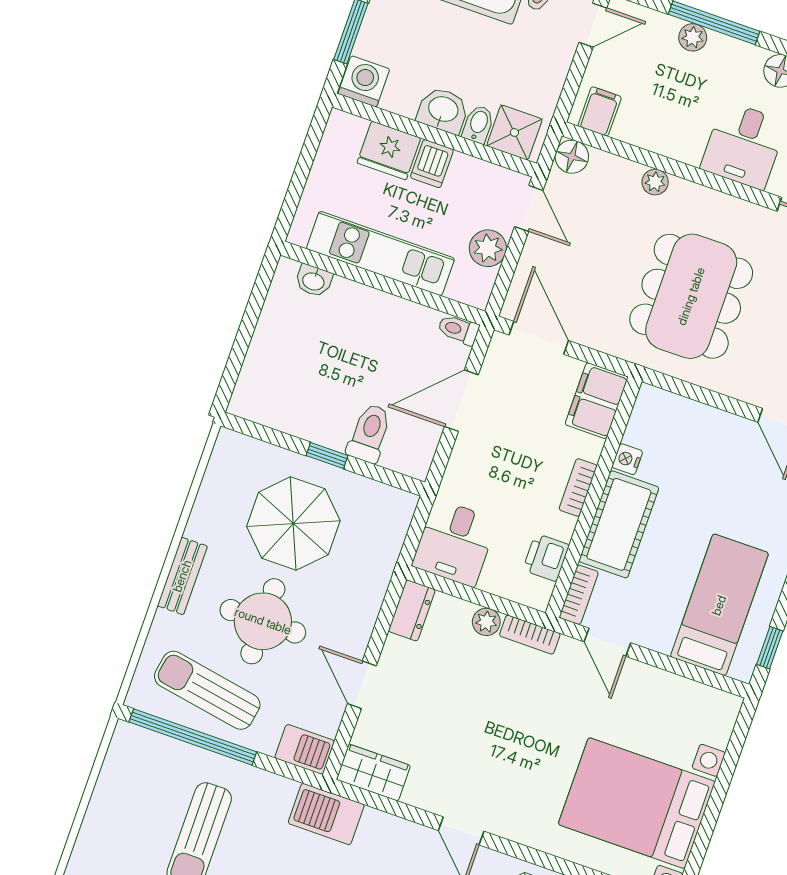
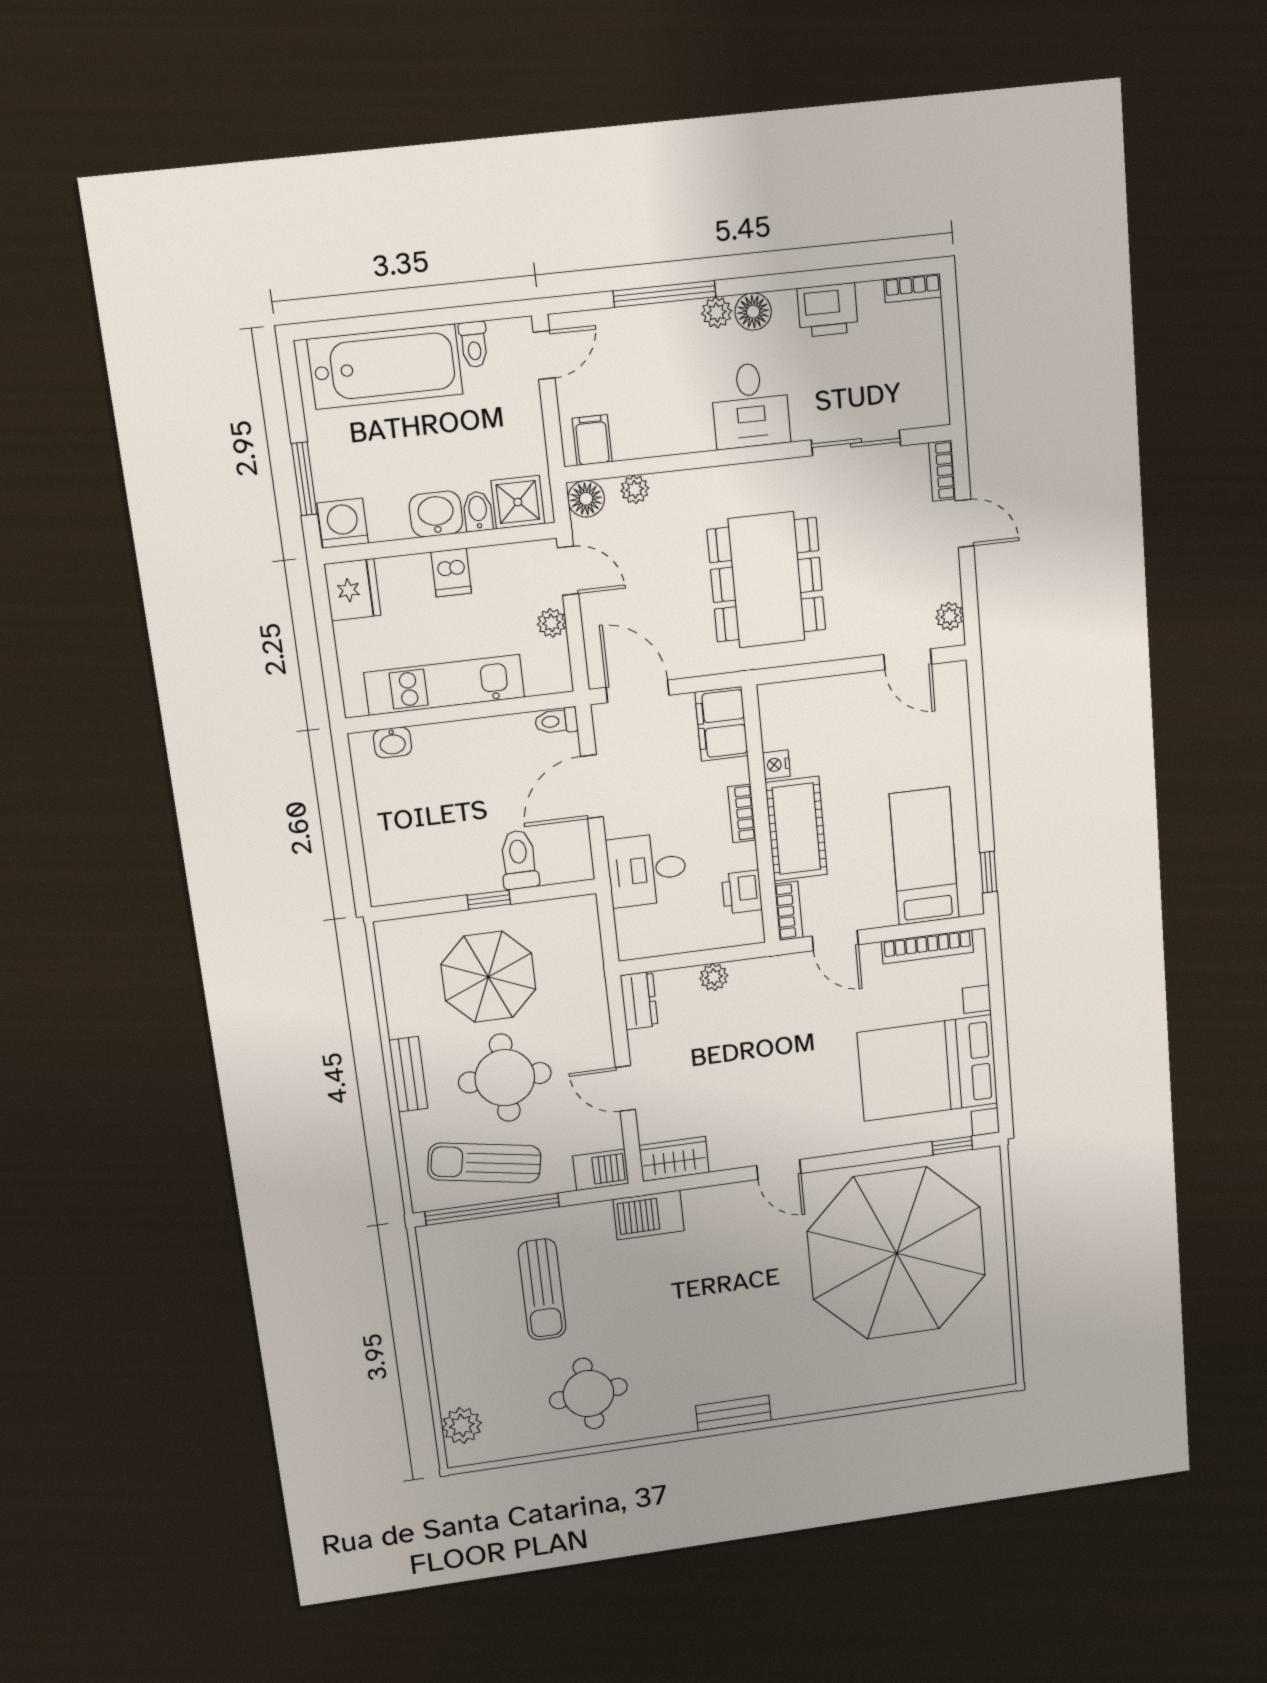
plant: (693, 37) -> (717, 312), moved
fridge: (389, 150) -> (353, 590), moved, turned -90
plant: (655, 182) -> (635, 489), moved
plant: (488, 248) -> (552, 623), width x0.73, depth x0.73
desk: (455, 543) -> (647, 870), moved, turned 90
bookcase: (530, 635) -> (927, 947), moved, width x1.56

